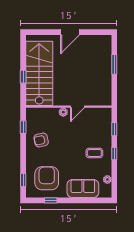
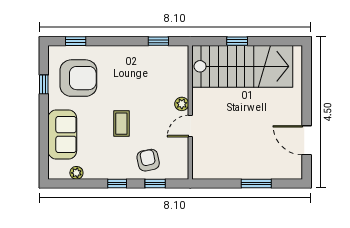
door: (70, 32) -> (307, 140), moved
door: (77, 107) -> (190, 126), hinge flipped
armchair: (41, 140) -> (148, 160), moved
coffee table: (94, 153) -> (121, 124), moved

